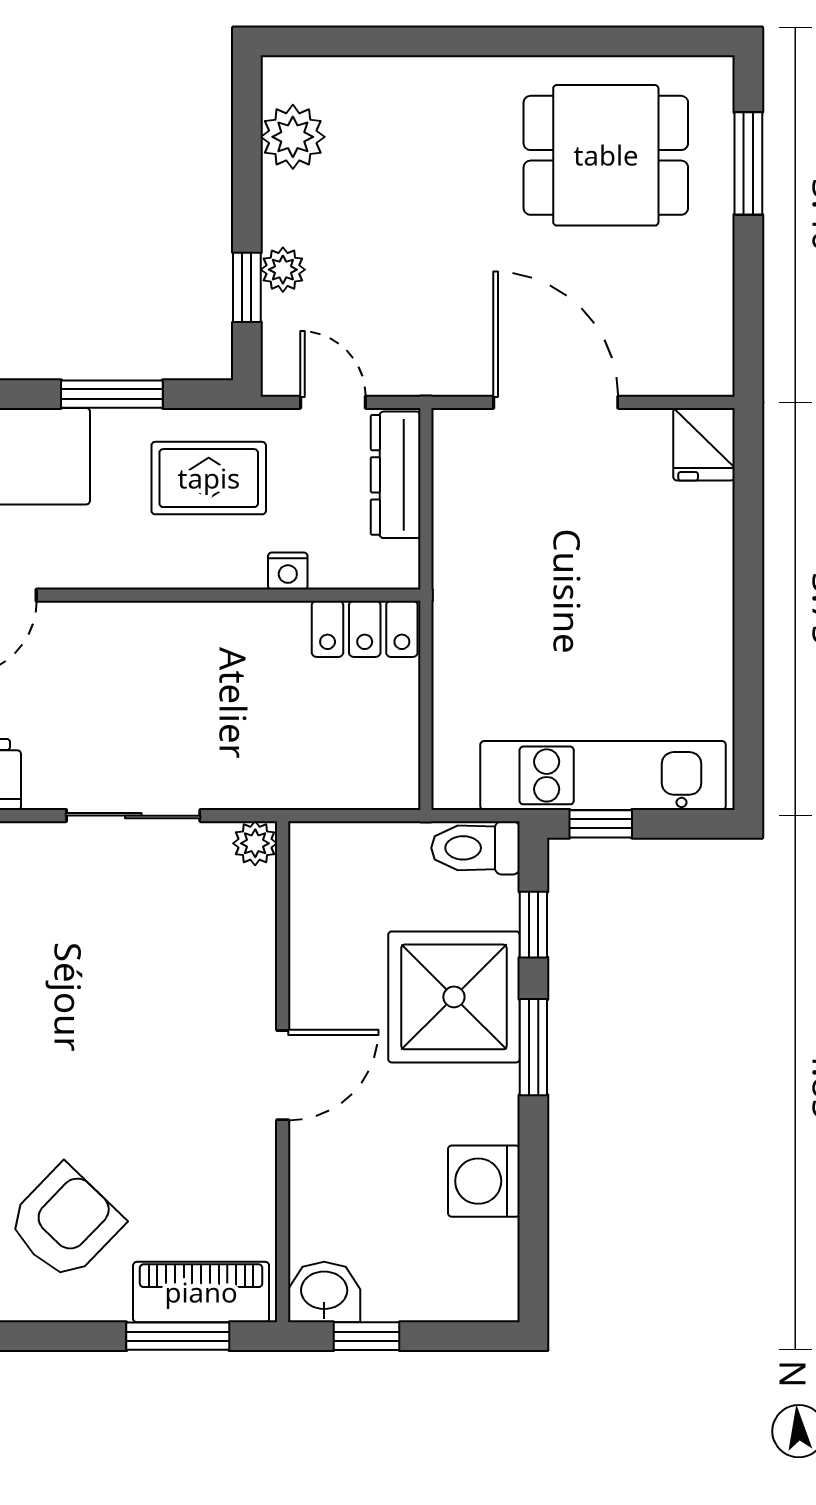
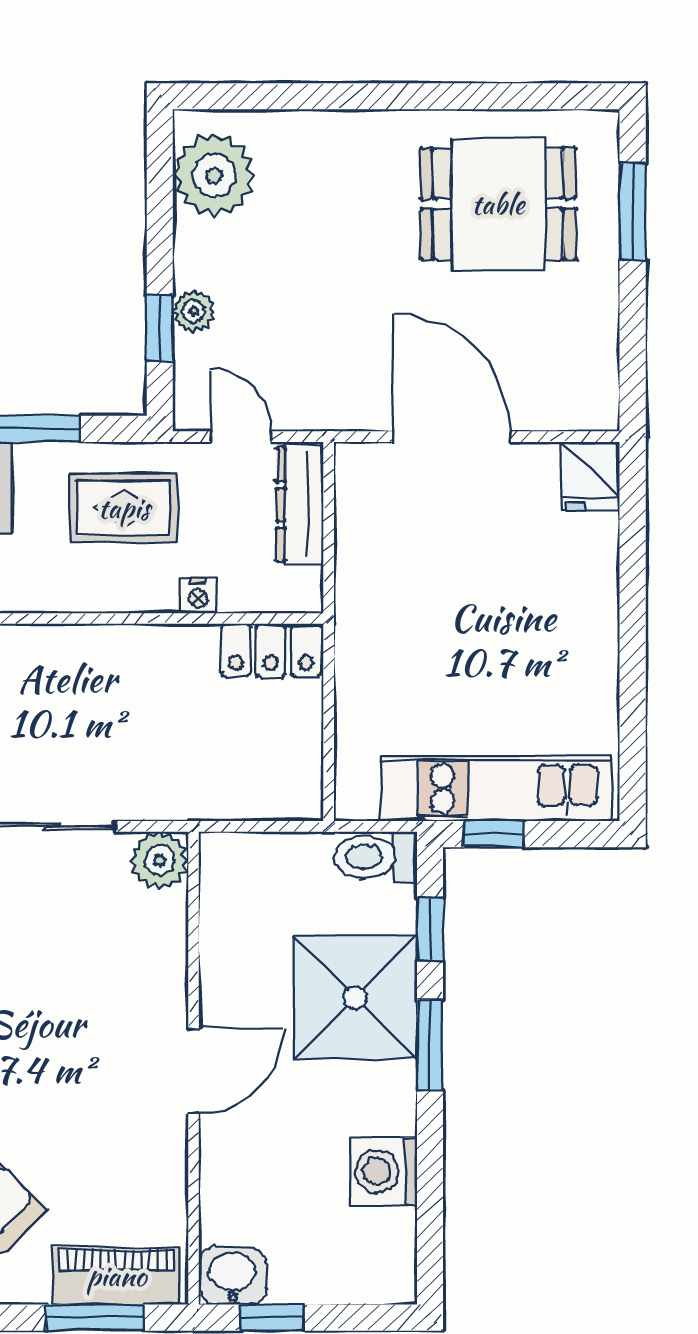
plant: (293, 137) -> (214, 175), width x1.36, depth x1.36
plant: (255, 843) -> (160, 860), width x1.38, depth x1.38

